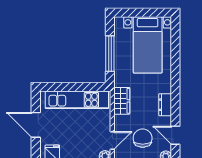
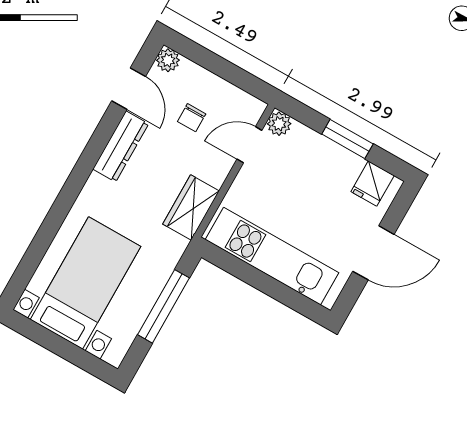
dresser: (165, 105) -> (121, 146), width x1.44
door: (36, 125) -> (373, 253), hinge flipped
chair: (143, 138) -> (192, 118), width x0.54, depth x0.54

